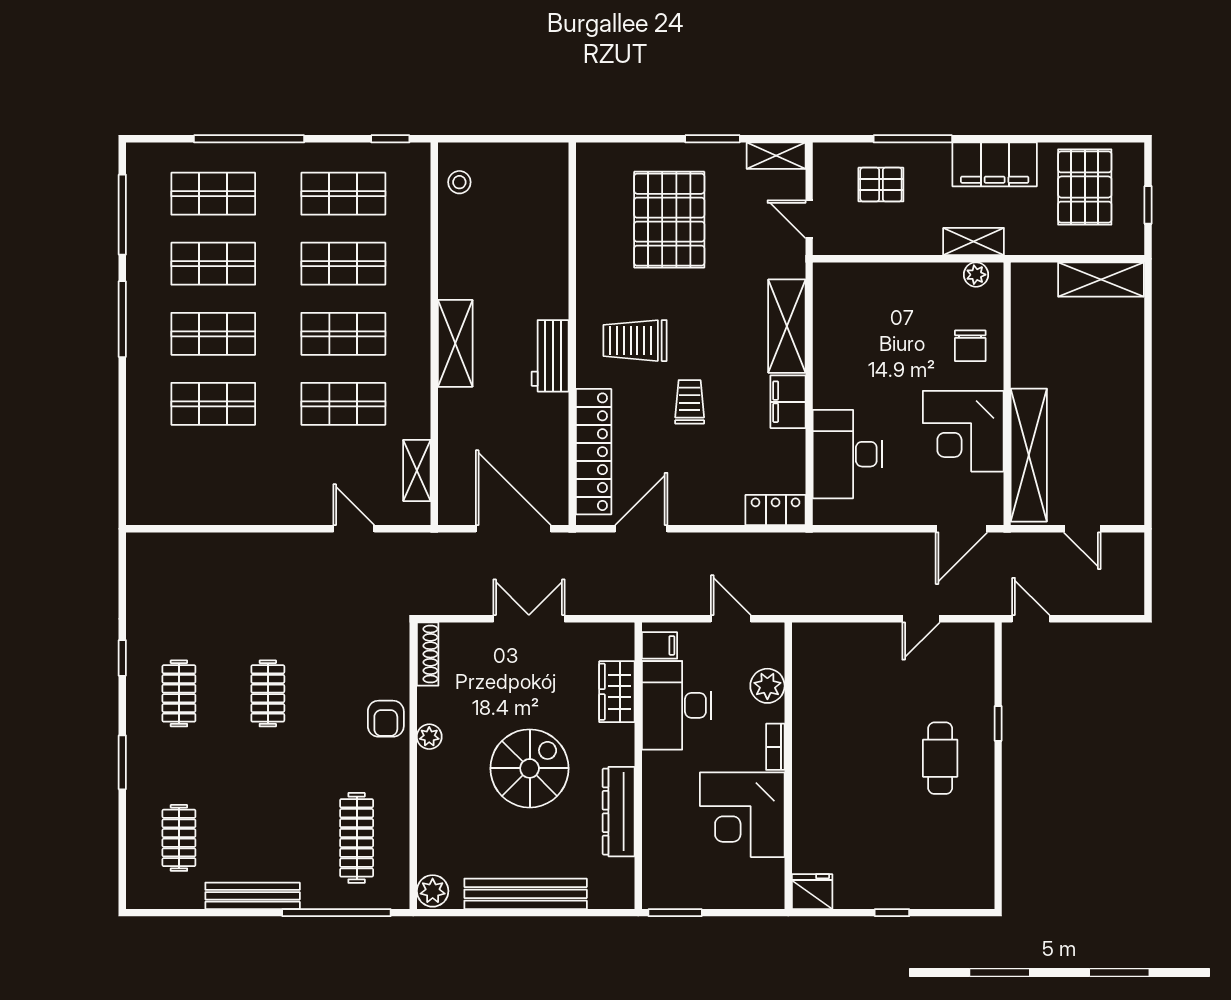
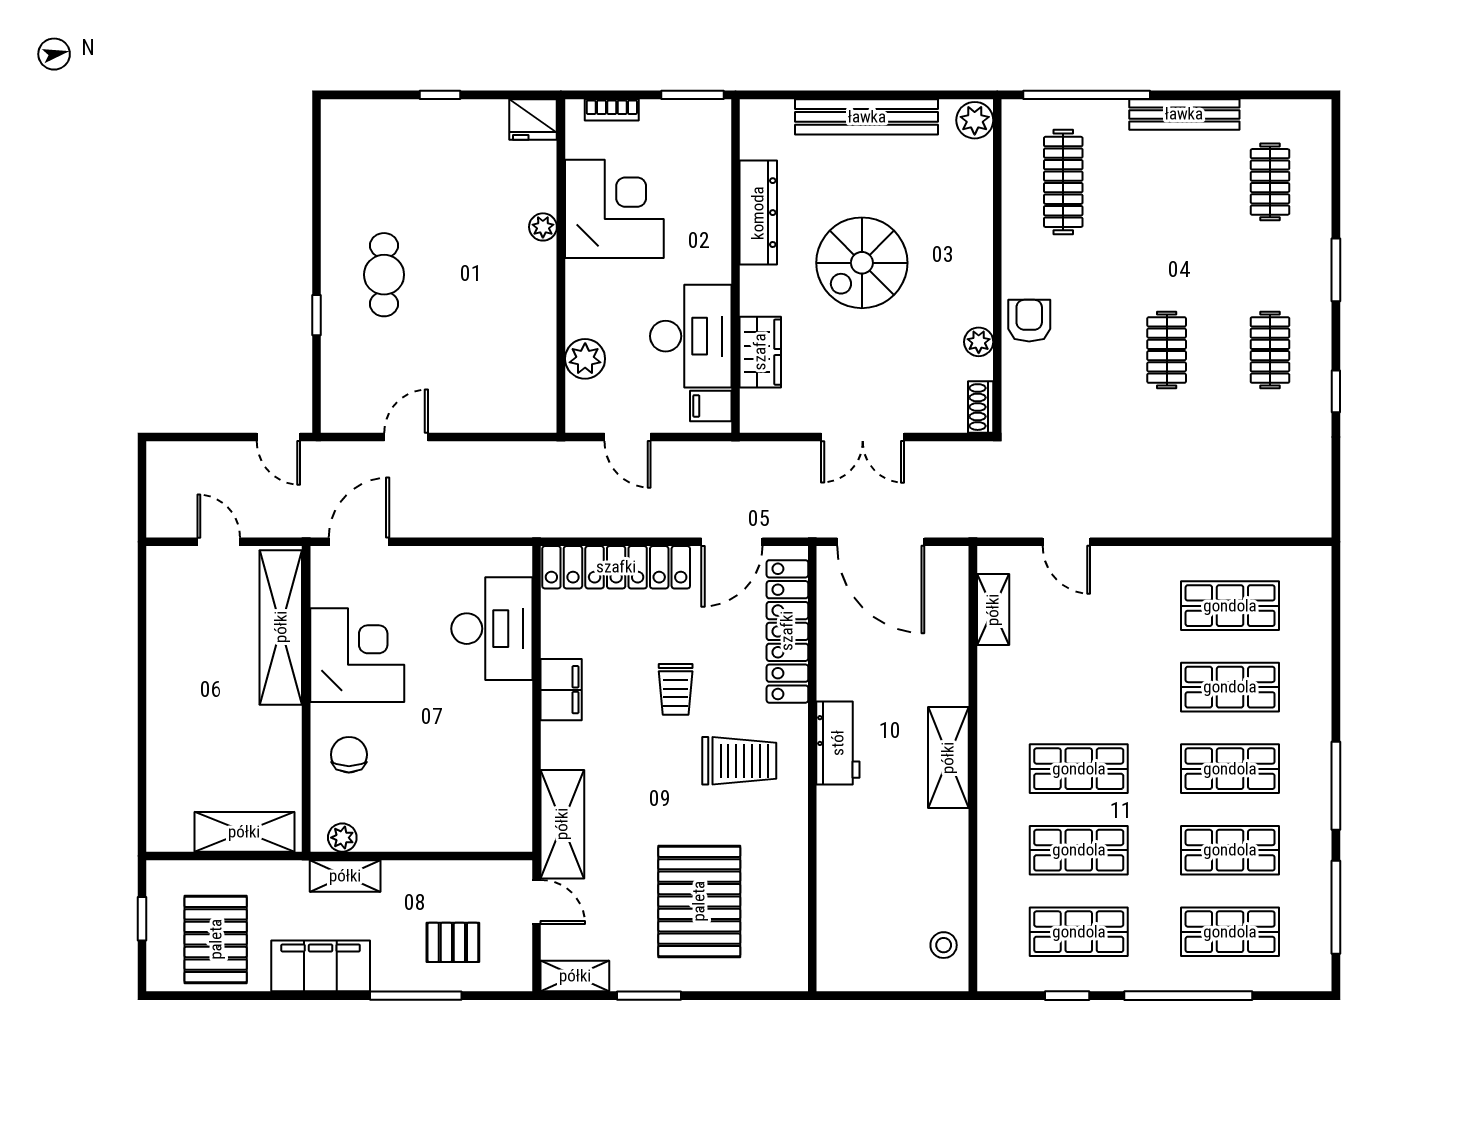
window: (390, 139) -> (1067, 996), moved
shelving: (1101, 280) -> (244, 832), moved
shelving: (787, 326) -> (562, 824), moved
shop shelf: (343, 404) -> (1230, 606), moved
locker: (776, 510) -> (616, 567), width x2.16, depth x1.21
shoe rack: (428, 654) -> (981, 407), width x0.70
plant: (429, 737) -> (979, 342), moved
bookcase: (775, 747) -> (612, 110), moved, turned 90
plant: (804, 799) -> (543, 227), added

